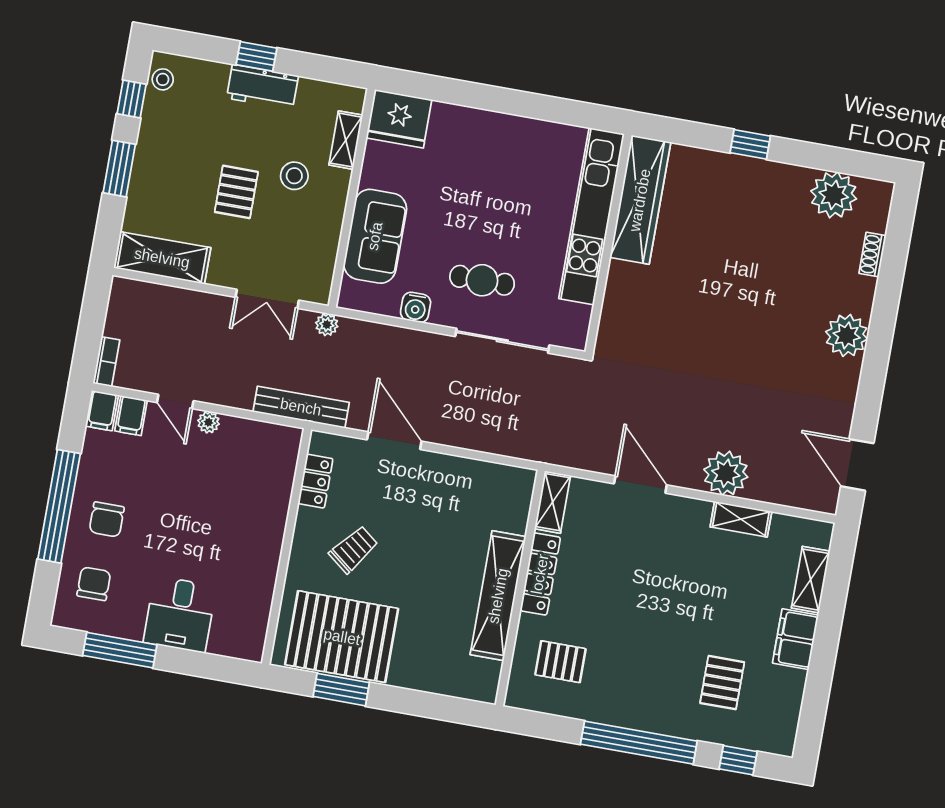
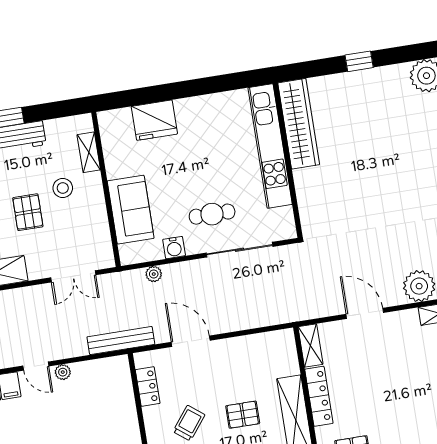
fridge: (399, 119) -> (154, 120), moved
plant: (327, 325) -> (154, 274), moved
pallet: (430, 563) -> (243, 415), added

